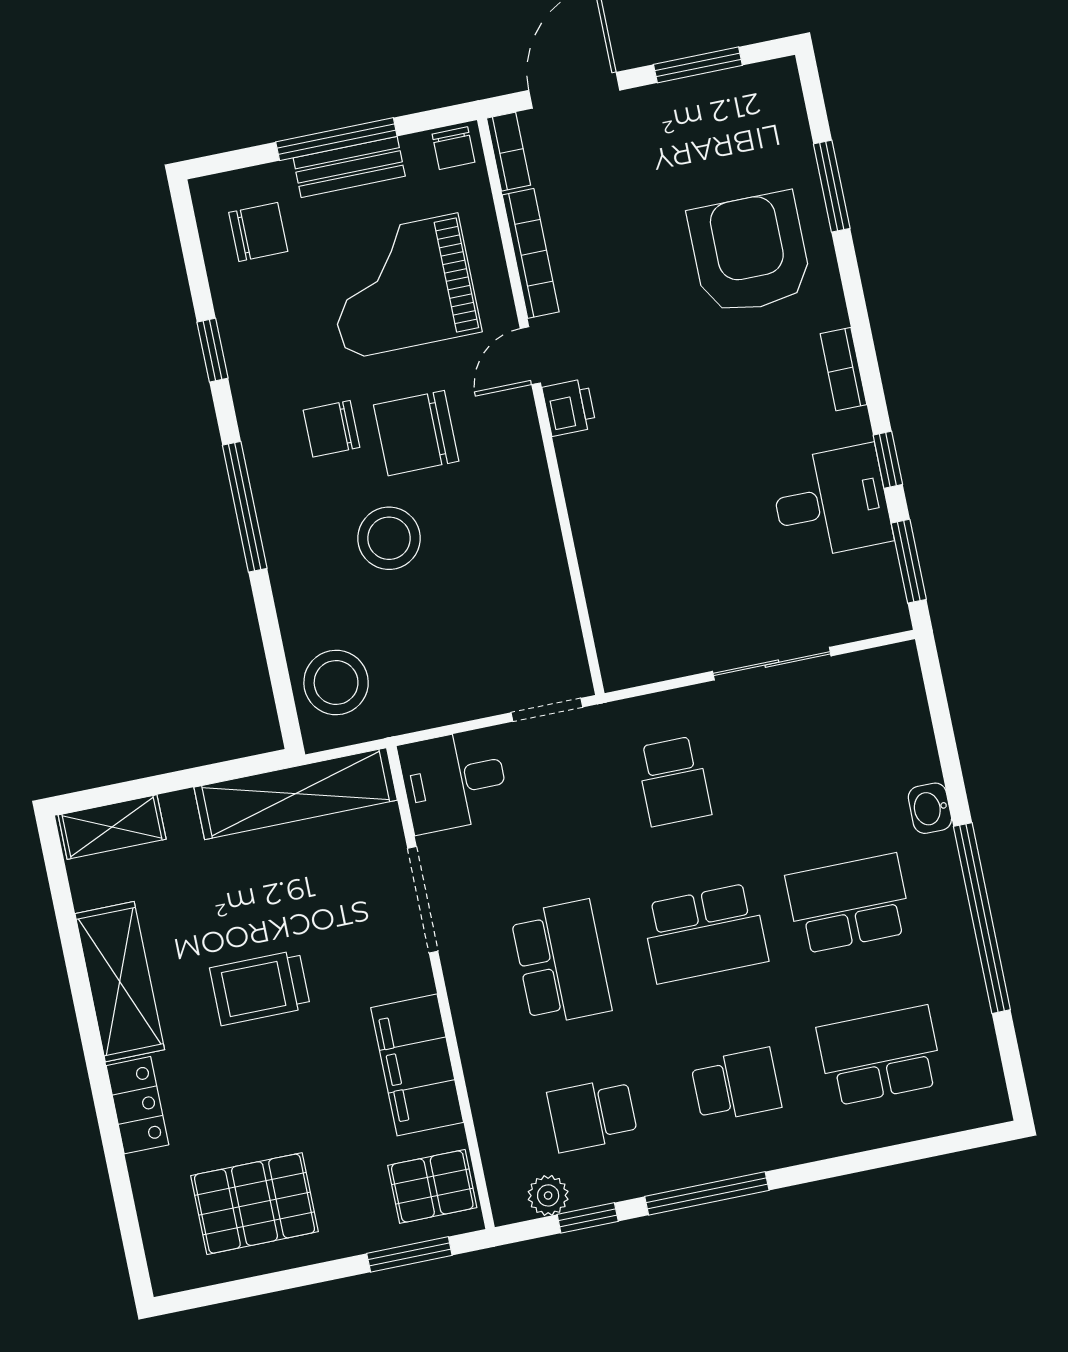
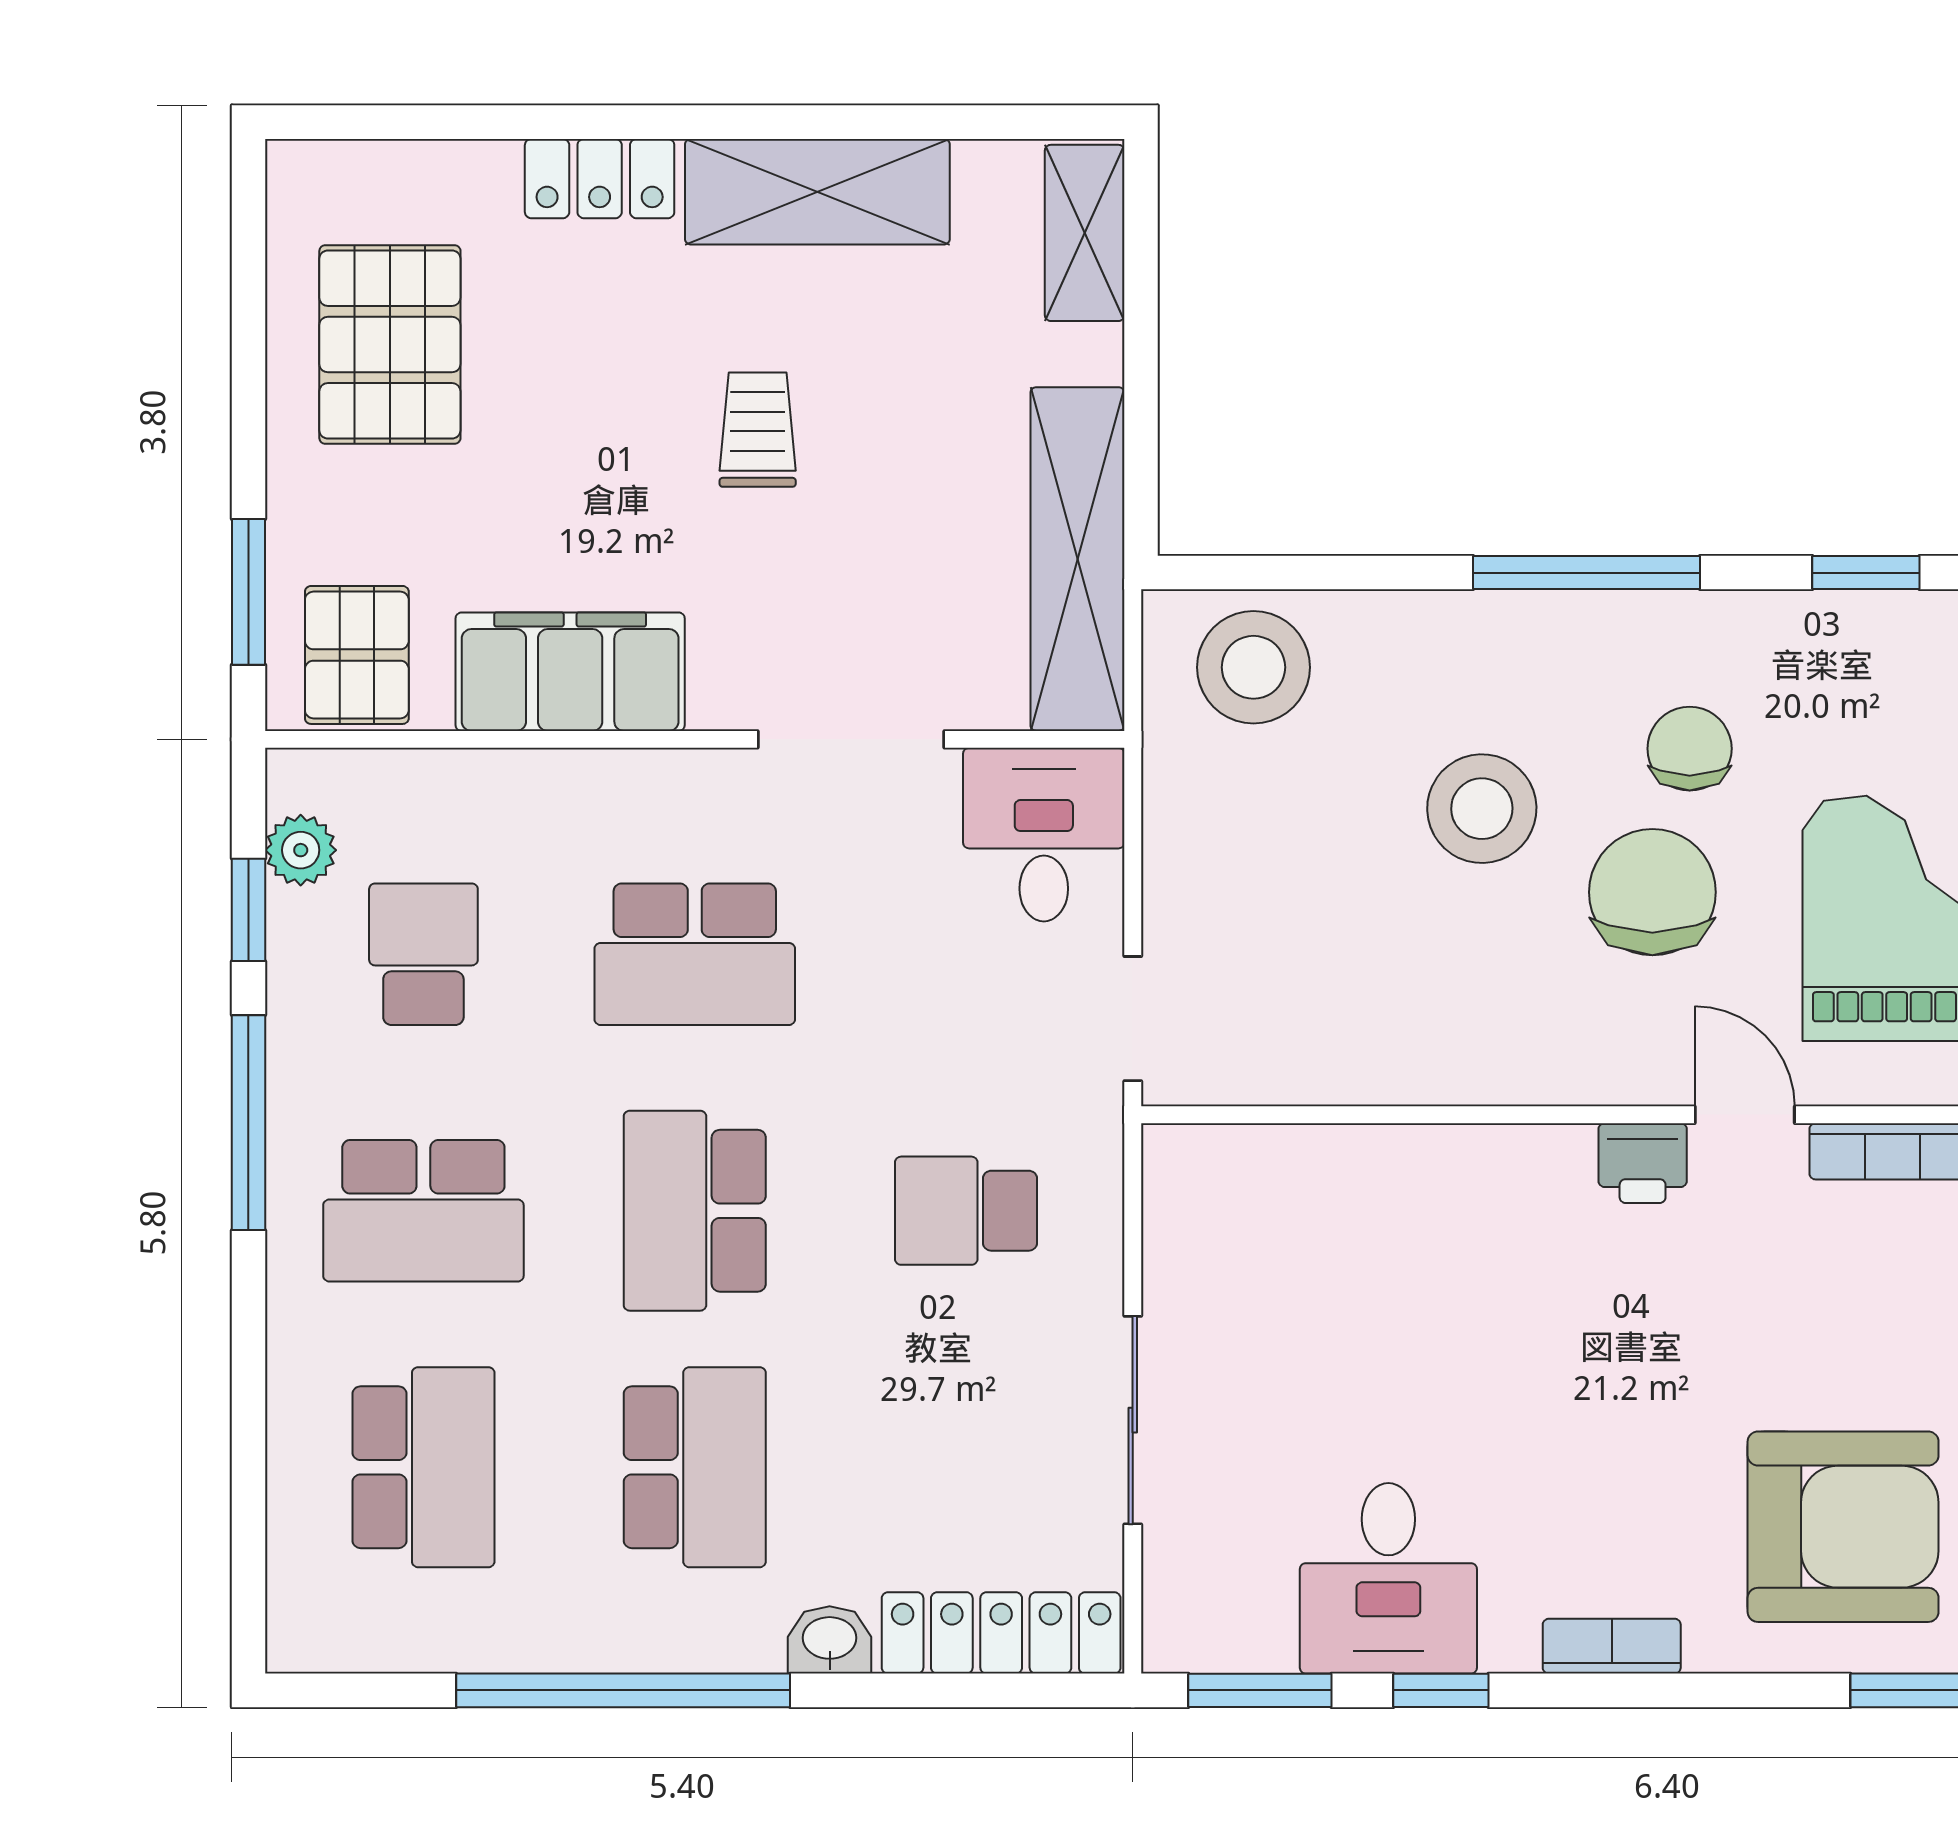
locker: (906, 713) -> (1001, 1633), added
trolley: (260, 988) -> (758, 430), width x0.73, depth x0.72
school desk: (736, 1085) -> (423, 1211), width x1.85

